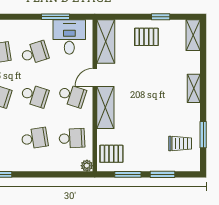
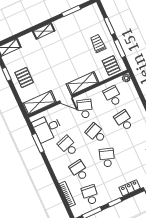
school desk: (35, 96) -> (96, 133), turned -42
trolley: (180, 144) -> (98, 43), moved

